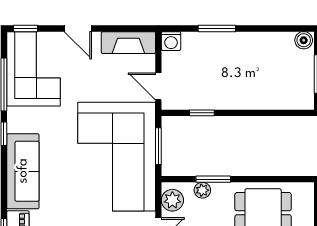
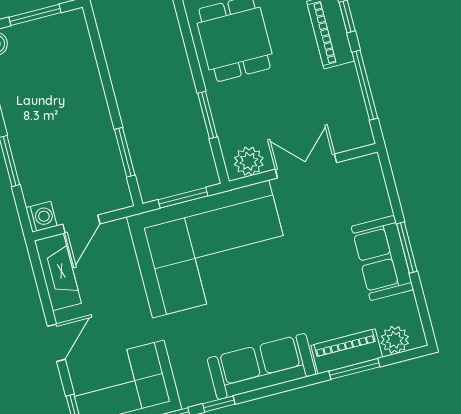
door: (158, 86) -> (81, 224), moved
window: (202, 113) -> (125, 152), width x1.50
plant: (202, 190) -> (226, 126), removed

